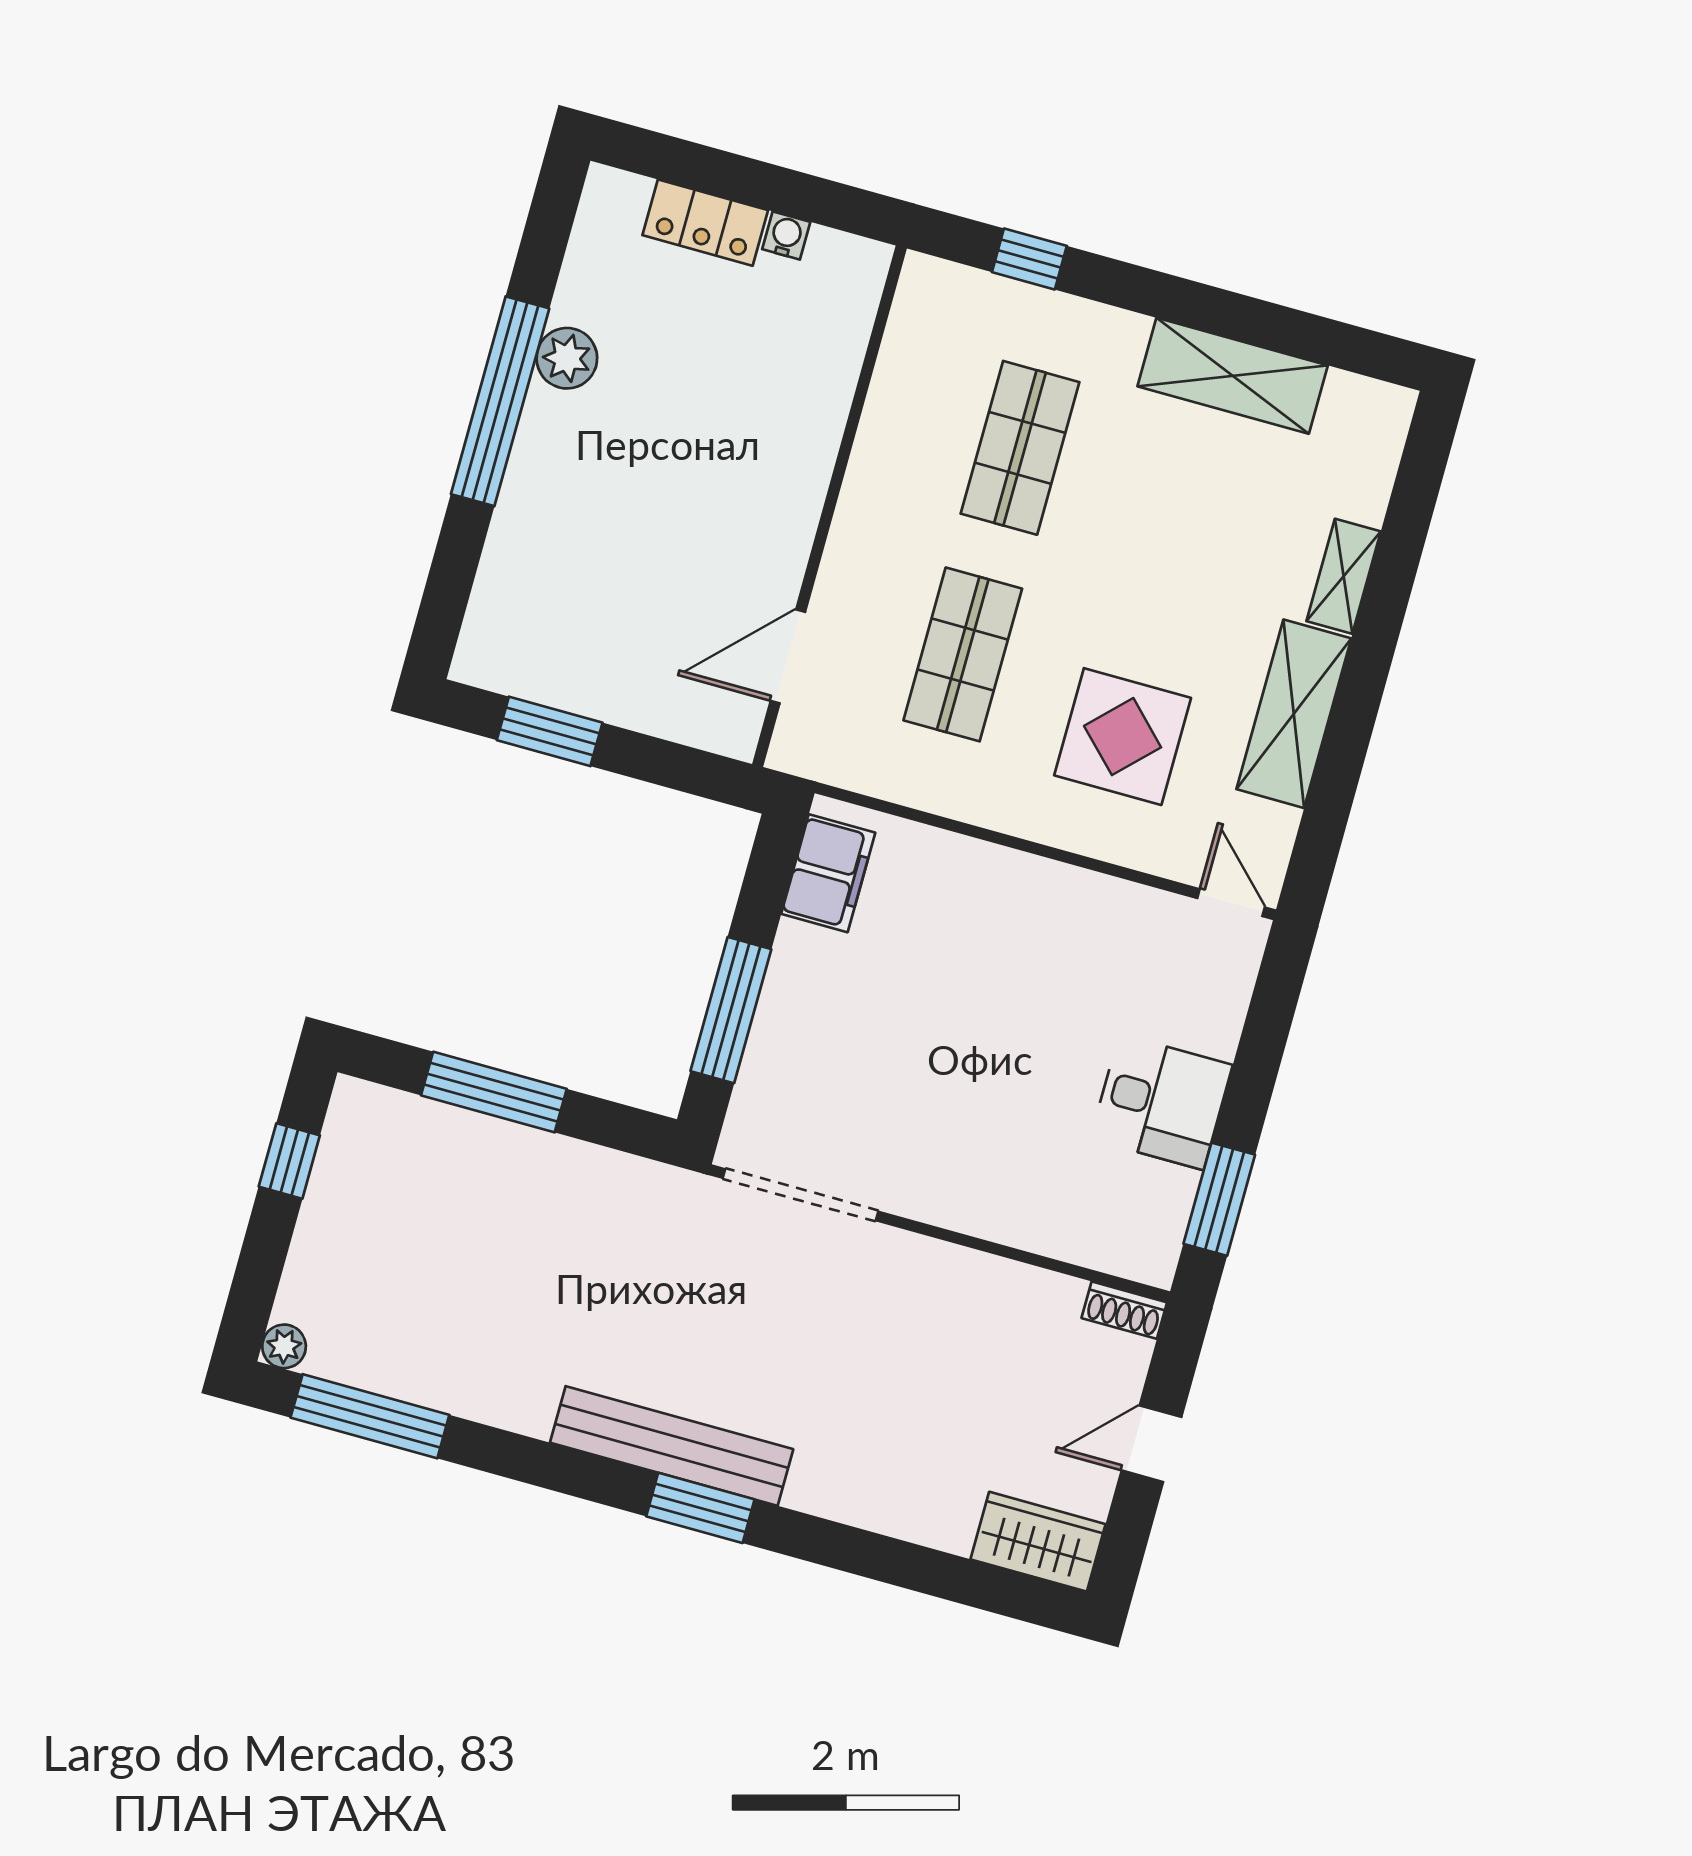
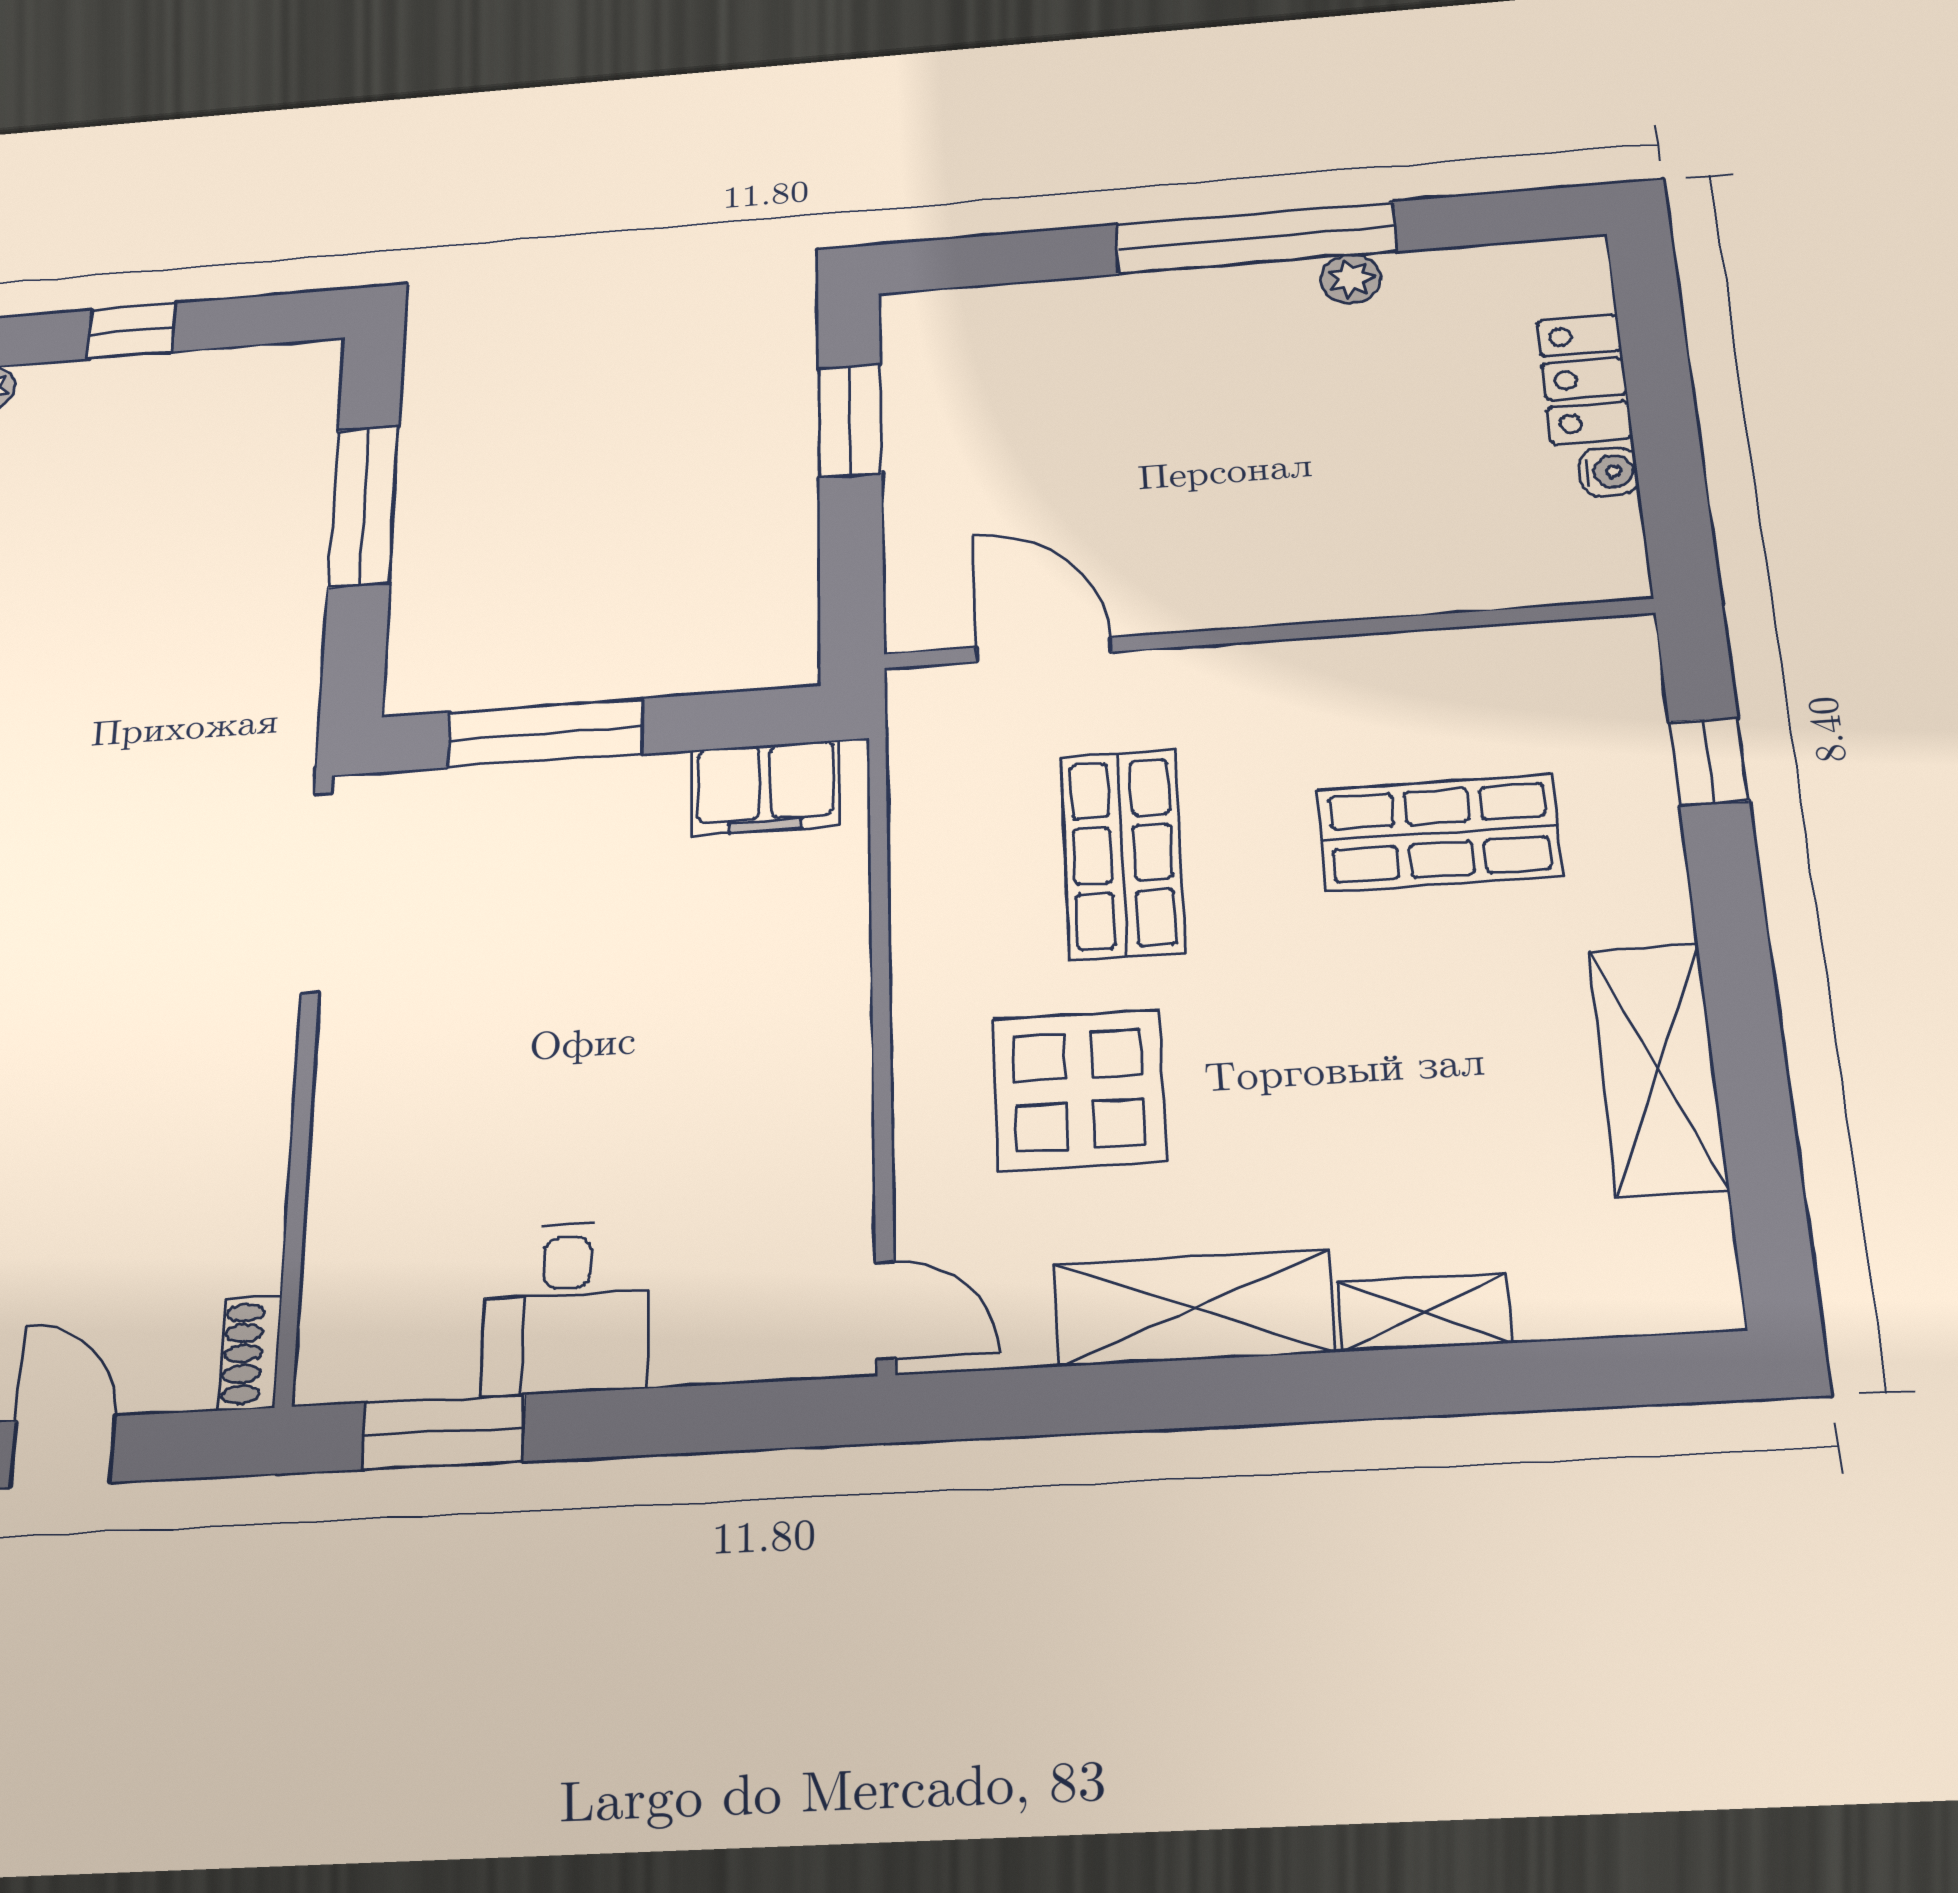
plant: (567, 358) -> (1351, 279), width x0.73, depth x0.73
shop shelf: (963, 654) -> (1123, 854), turned 90
door: (1231, 903) -> (885, 1310), hinge flipped
window: (289, 1161) -> (132, 331), moved

